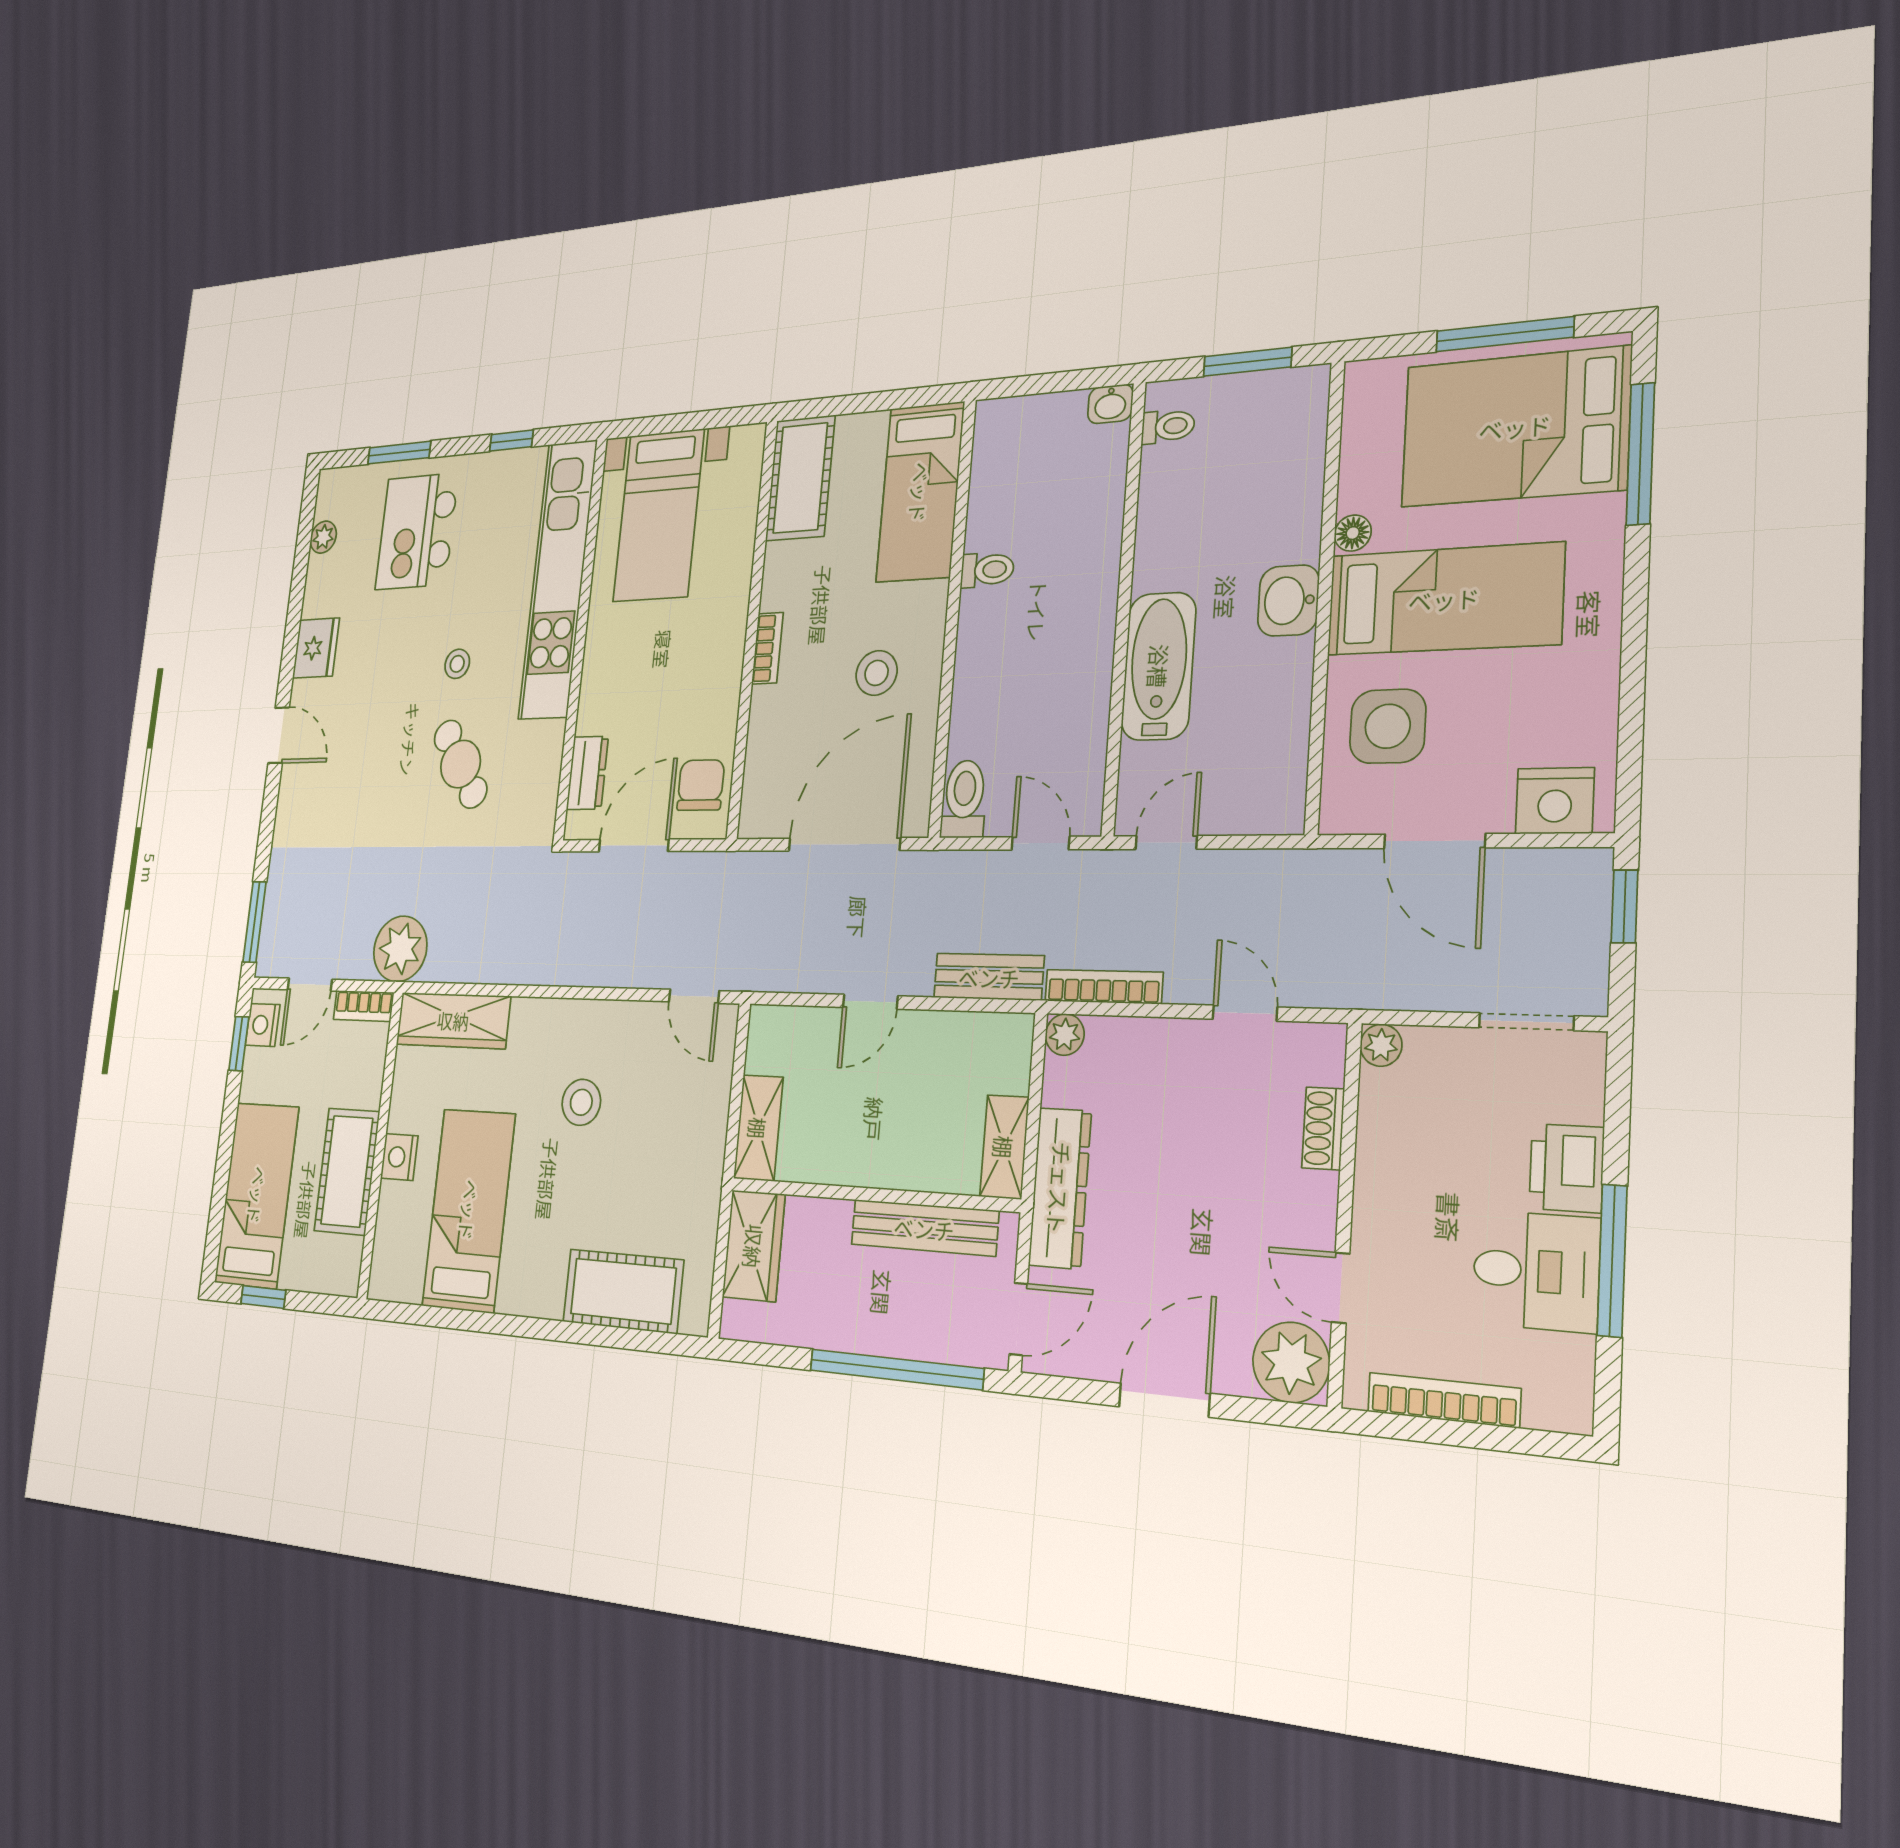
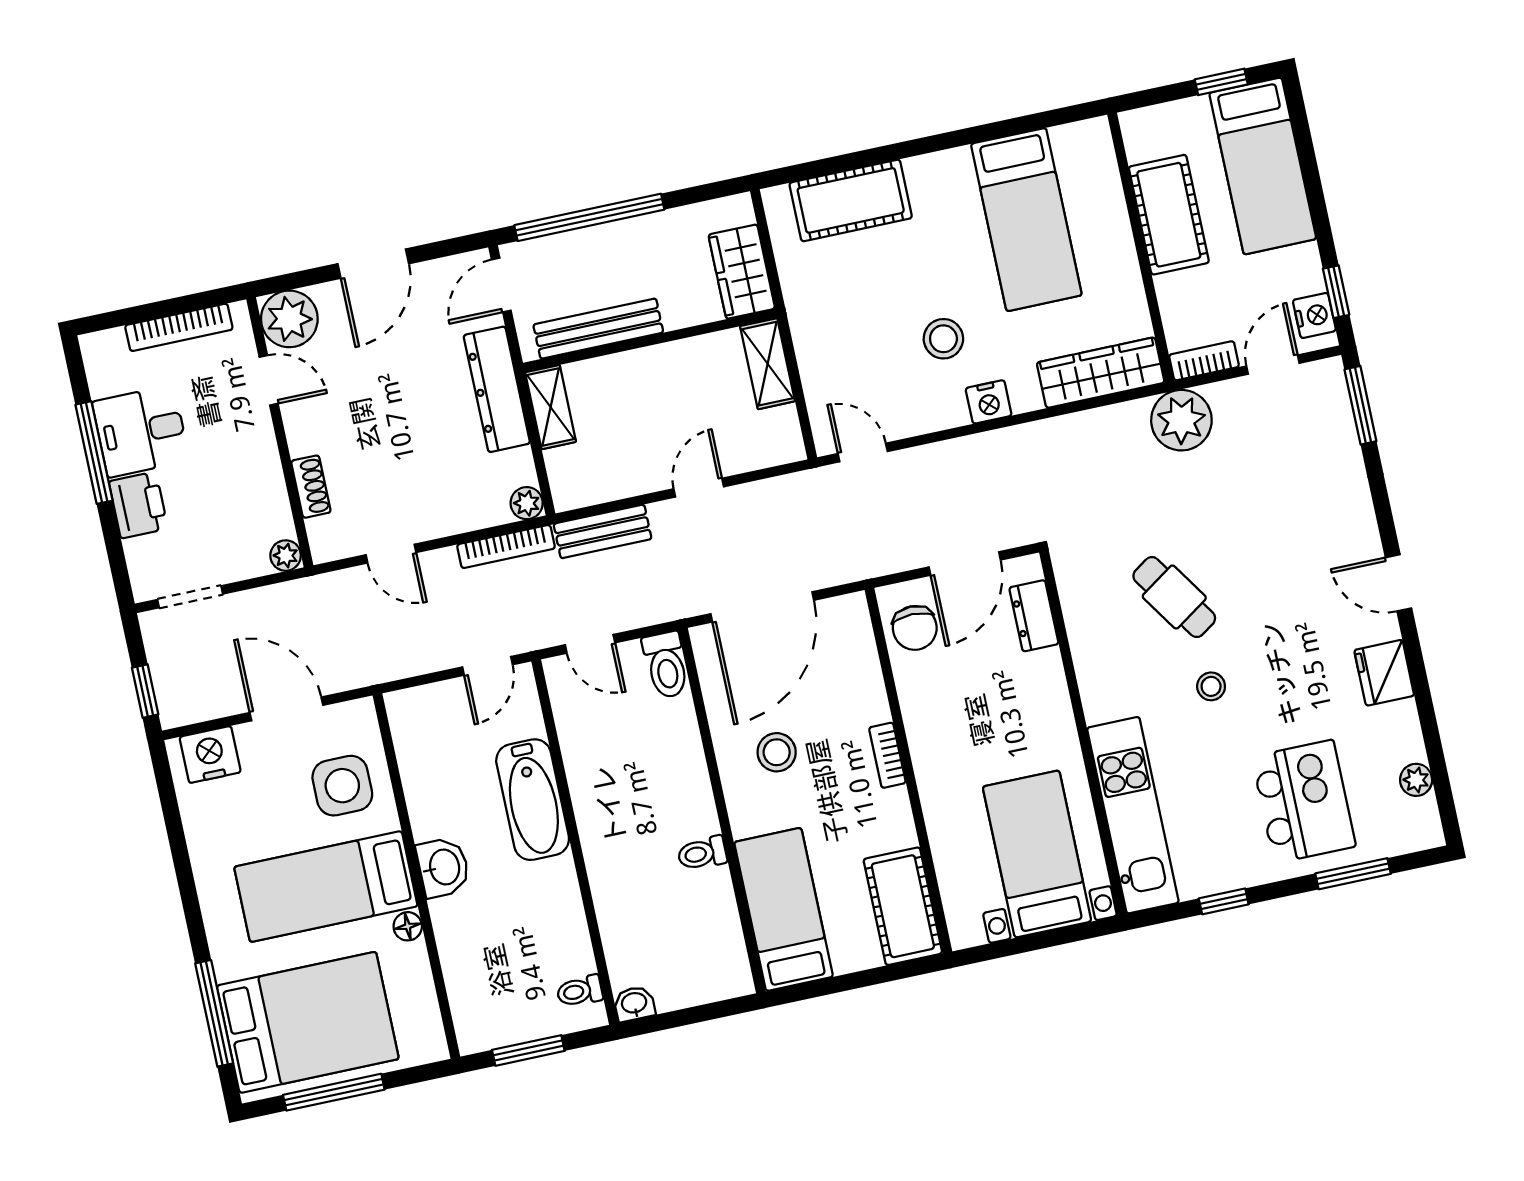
kitchen unit: (558, 579) -> (1133, 815), width x0.73
nightstand: (399, 1157) -> (989, 402), moved, turned 90

